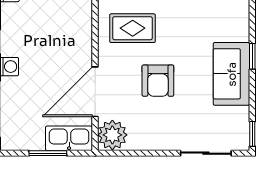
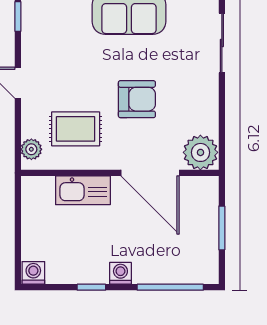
rug: (133, 28) -> (76, 129), turned 90
kitchen sink: (69, 138) -> (83, 190), moved, turned -90

